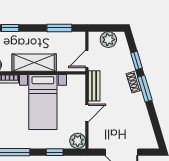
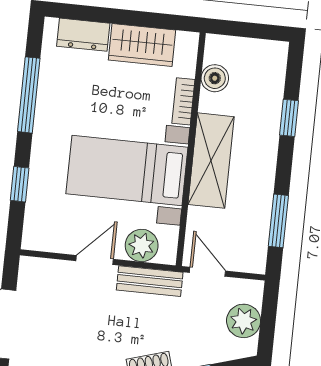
door: (87, 113) -> (95, 260), swing flipped
plant: (78, 141) -> (142, 245), moved

